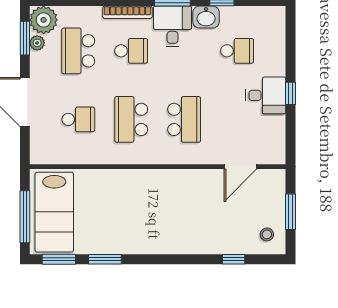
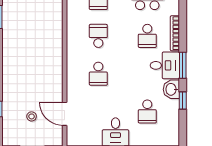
school desk: (131, 119) -> (98, 36), width x0.54
school desk: (184, 119) -> (98, 74), width x0.54
stool: (267, 234) -> (32, 116), moved

